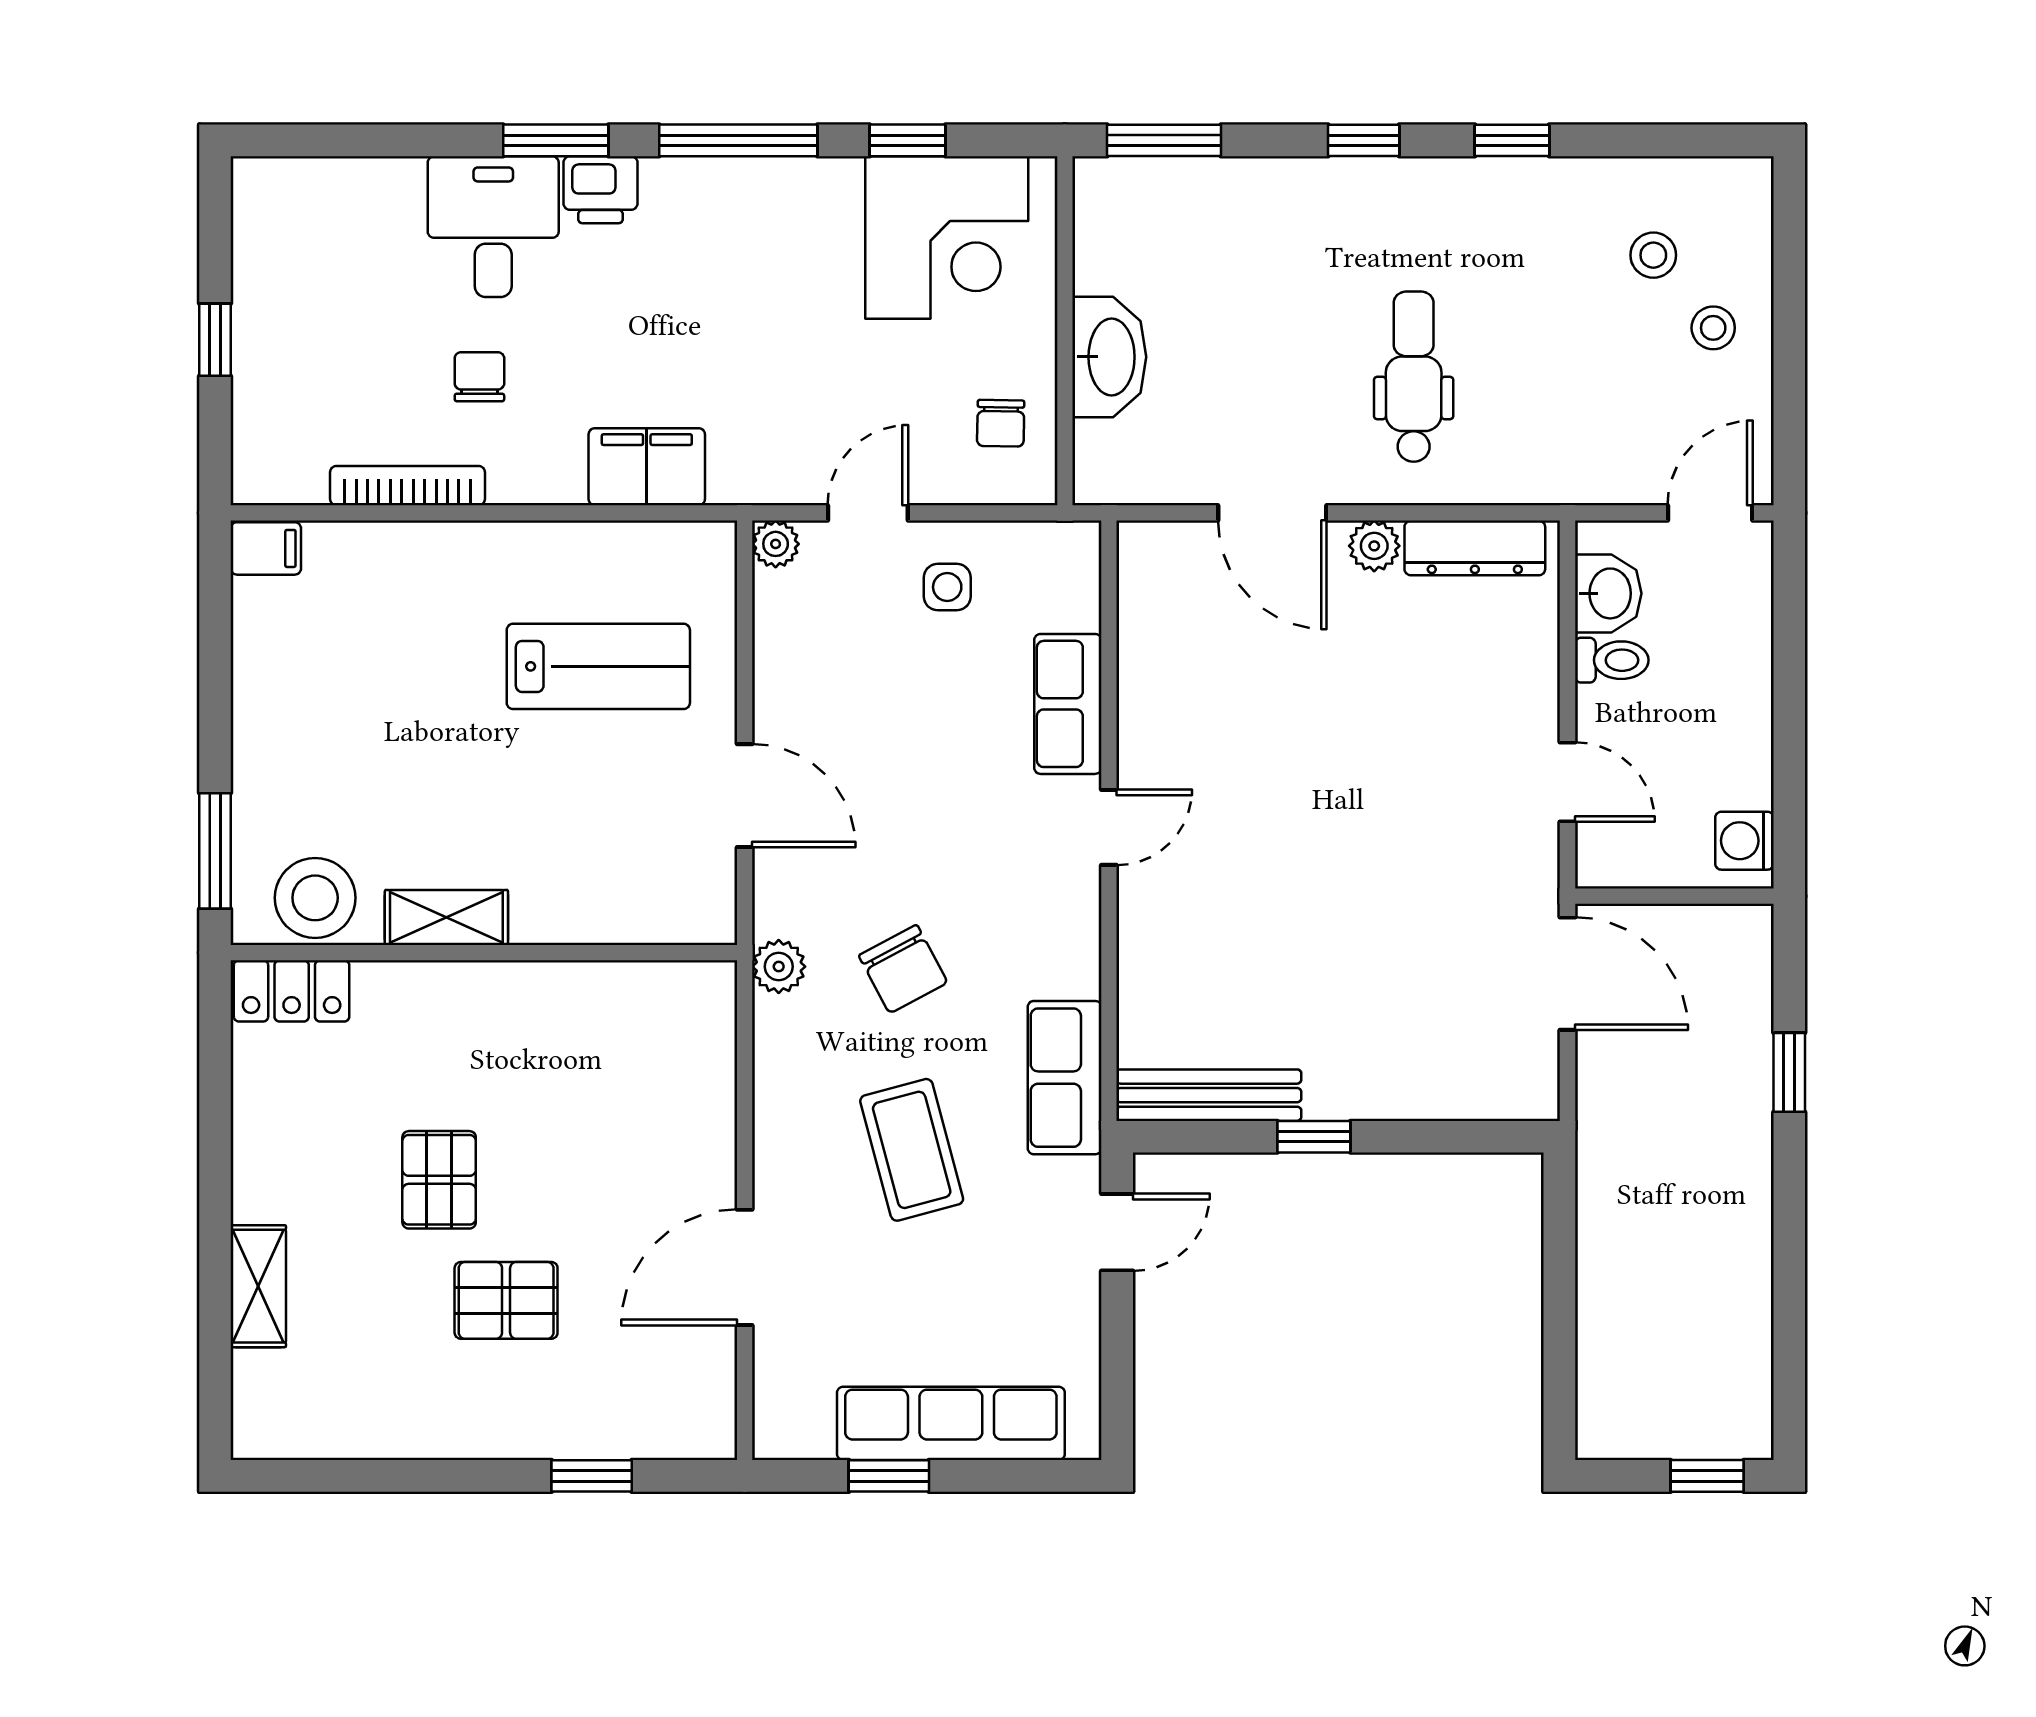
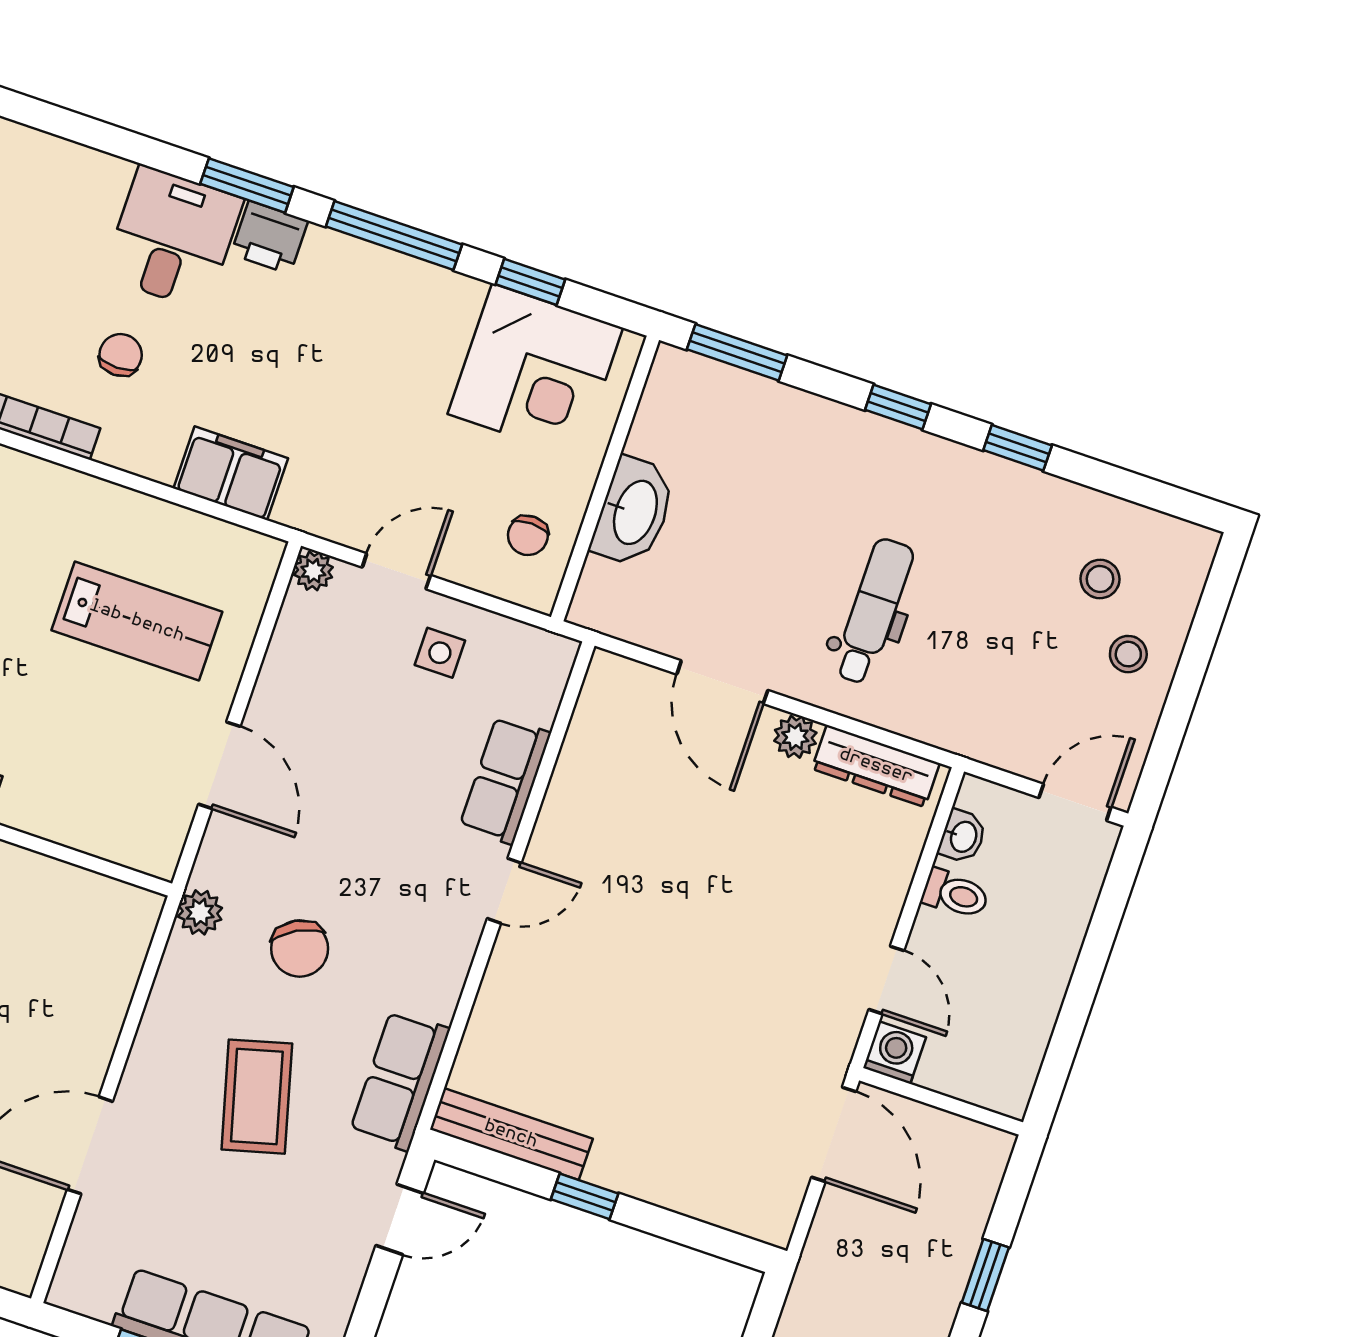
washbasin: (1608, 593) -> (963, 836), width x0.72, depth x0.69
washing machine: (1744, 841) -> (895, 1053), moved, turned 90

